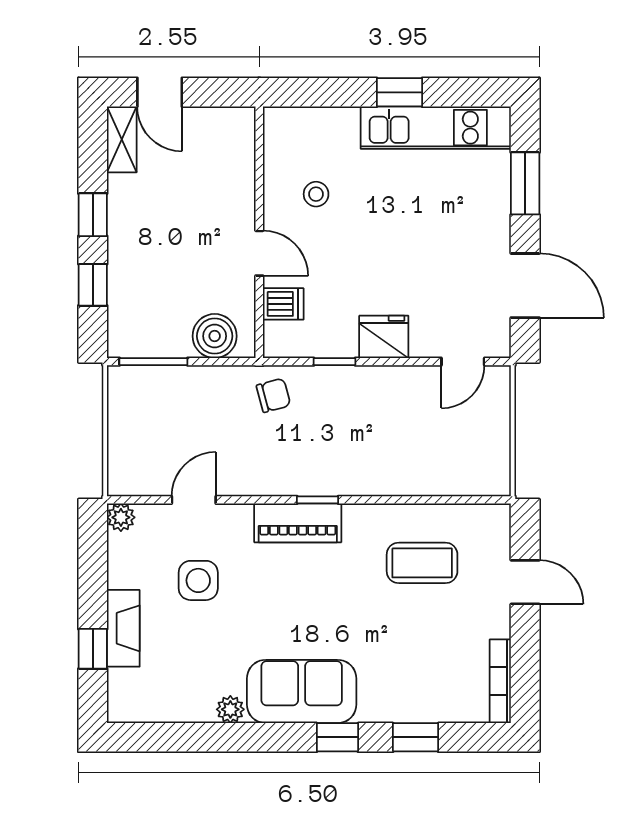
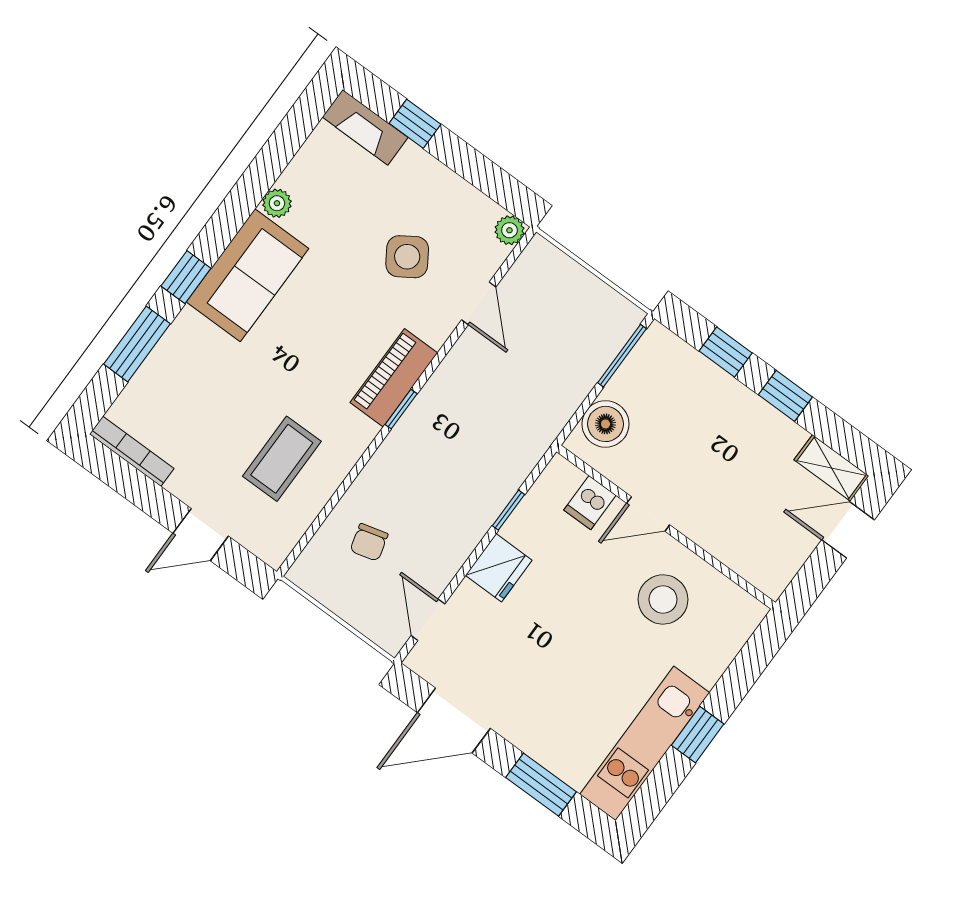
stool: (316, 194) -> (663, 599), width x1.89, depth x1.89
chair: (273, 395) -> (369, 542), moved
side table: (198, 580) -> (407, 257), turned -33
fireplace: (123, 628) -> (365, 127), moved
window: (416, 737) -> (137, 344), width x1.50

